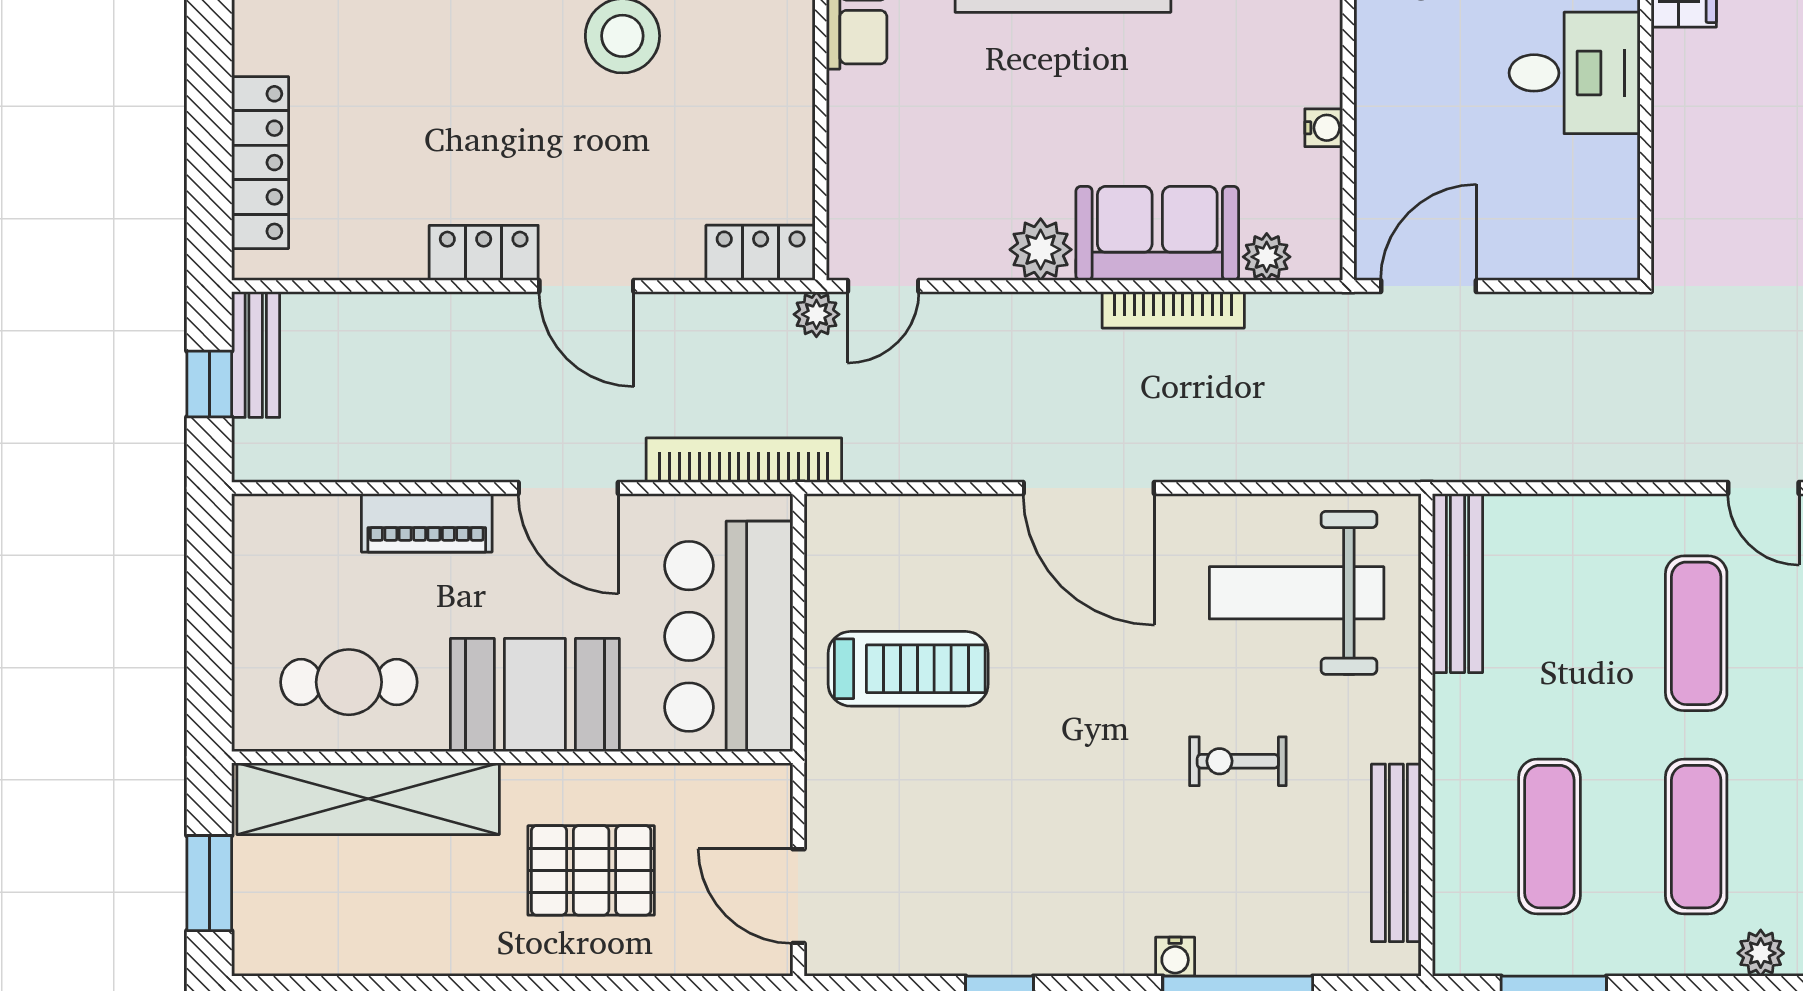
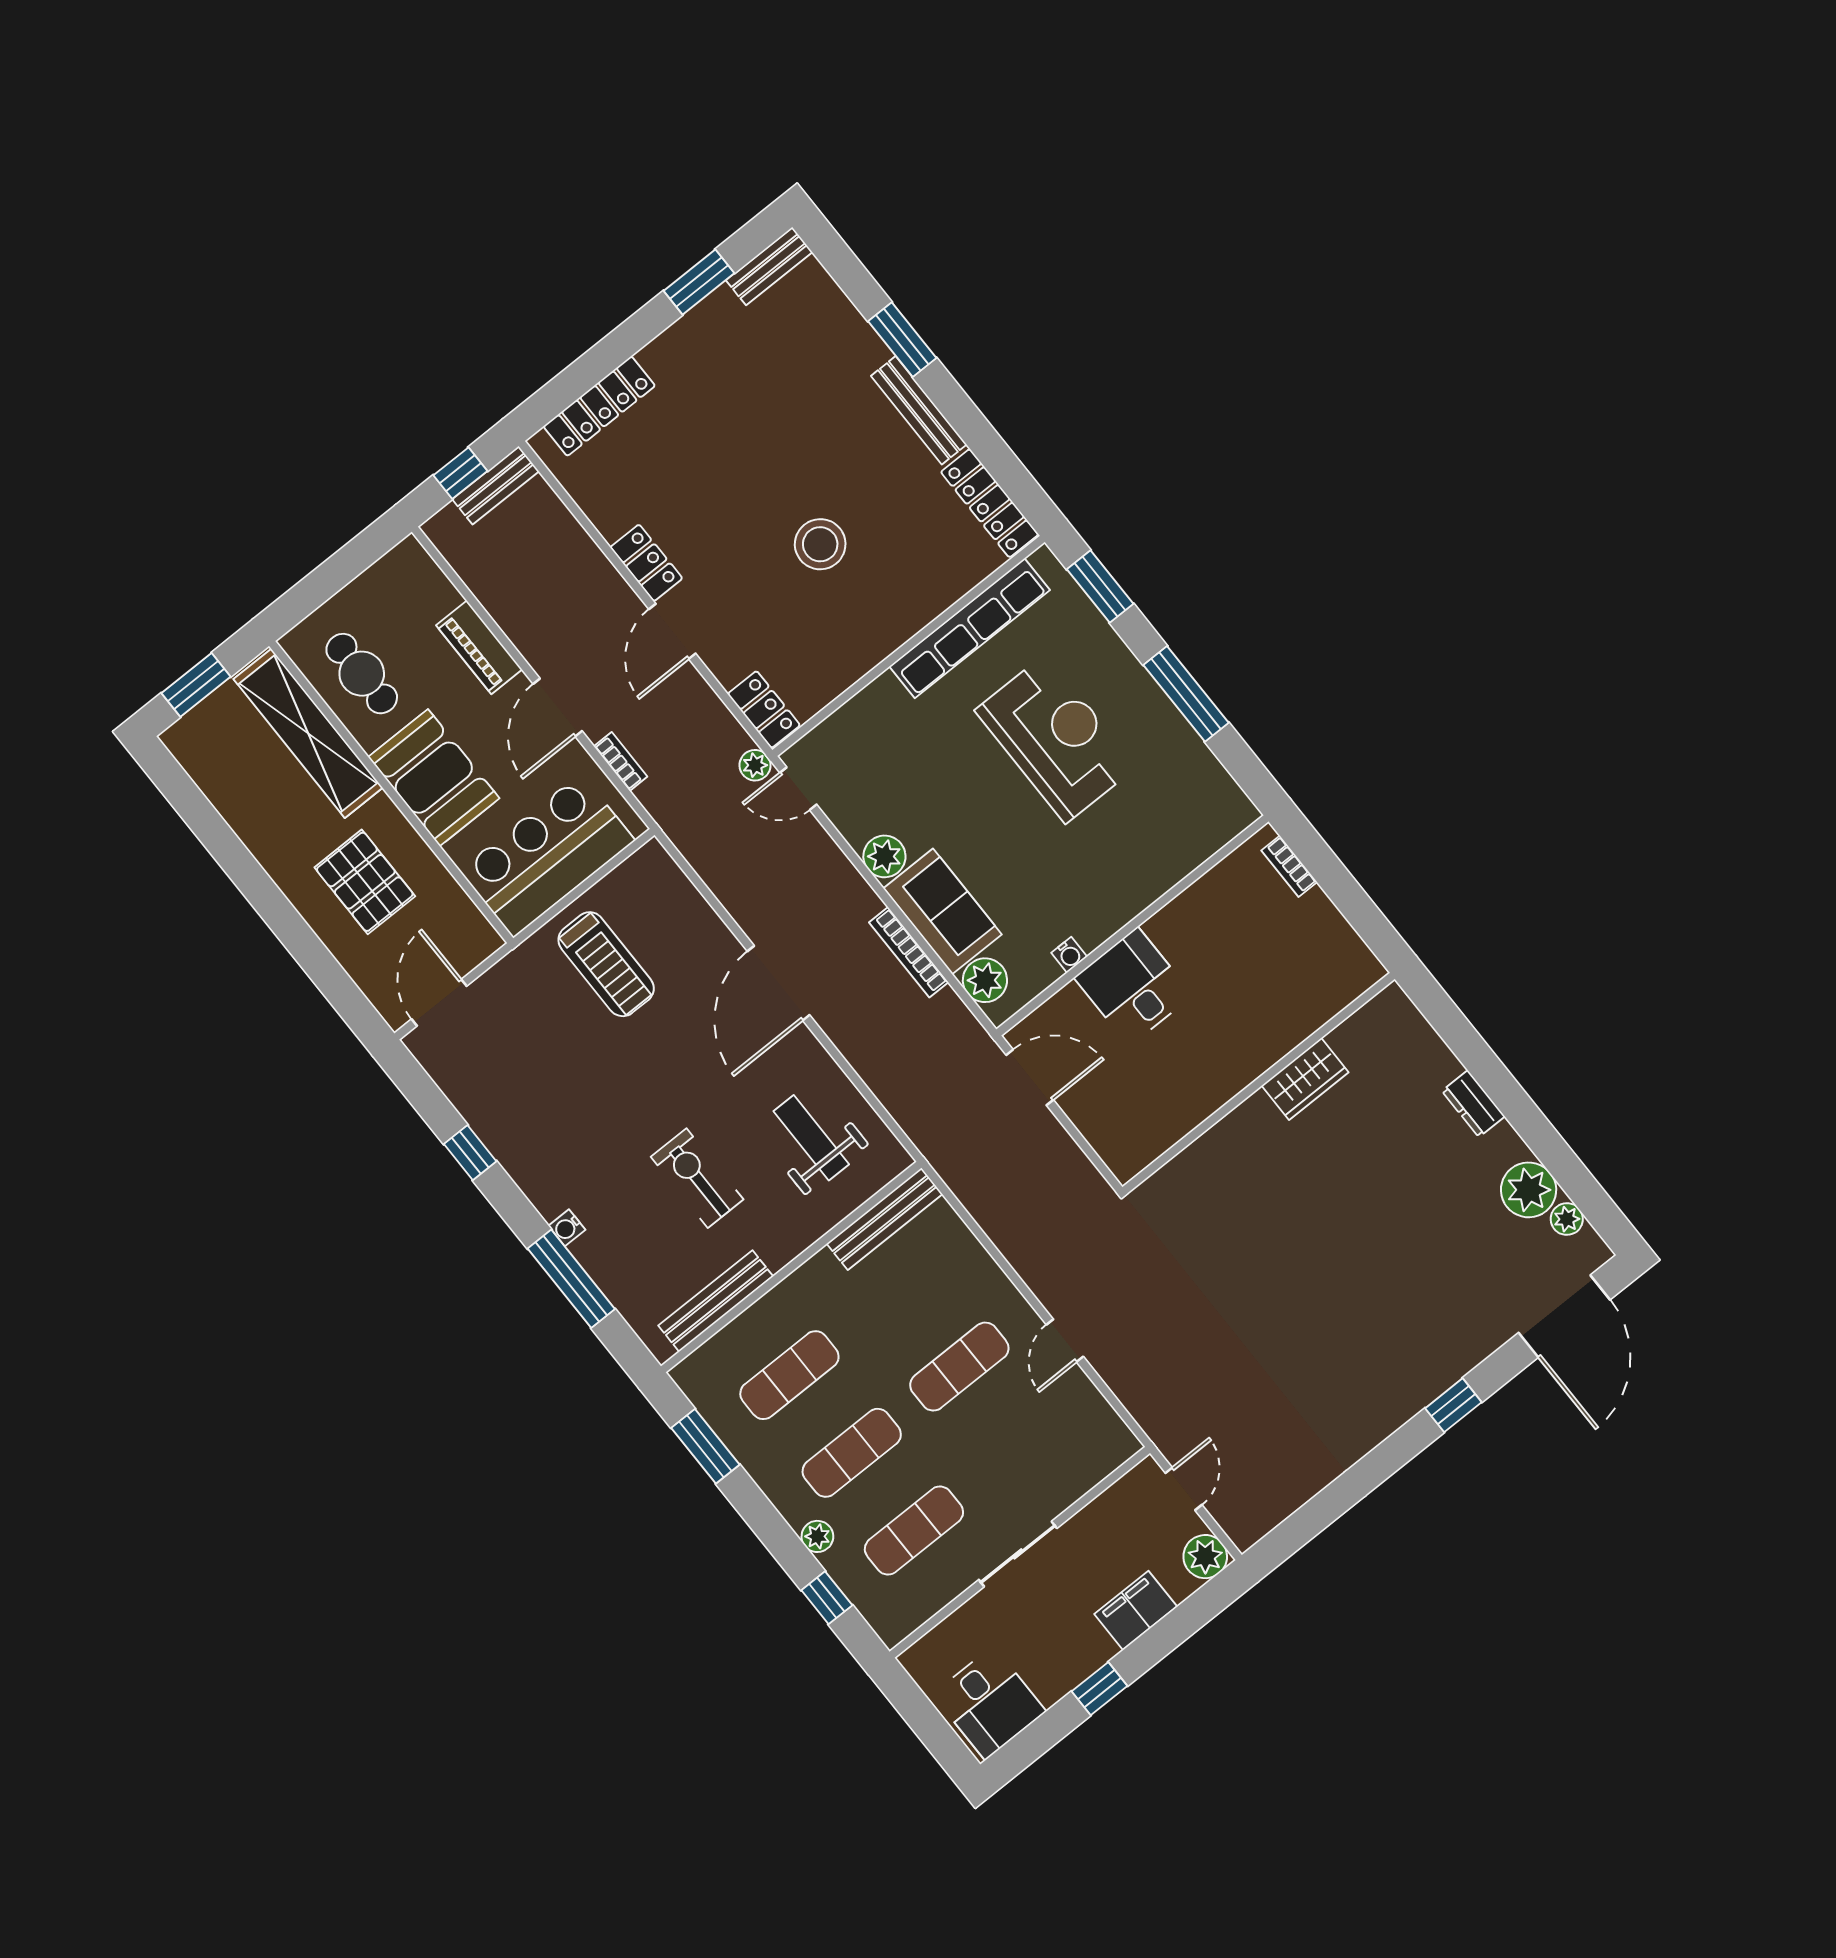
desk: (1575, 73) -> (1133, 986), moved, turned 180
plant: (1267, 257) -> (985, 980), width x1.38, depth x1.38
bookcase: (744, 460) -> (621, 761), width x0.43, depth x0.76
weight bench: (1297, 593) -> (811, 1138), width x0.73, depth x0.75
exercise bike: (1238, 761) -> (697, 1178), width x1.38, depth x1.39

